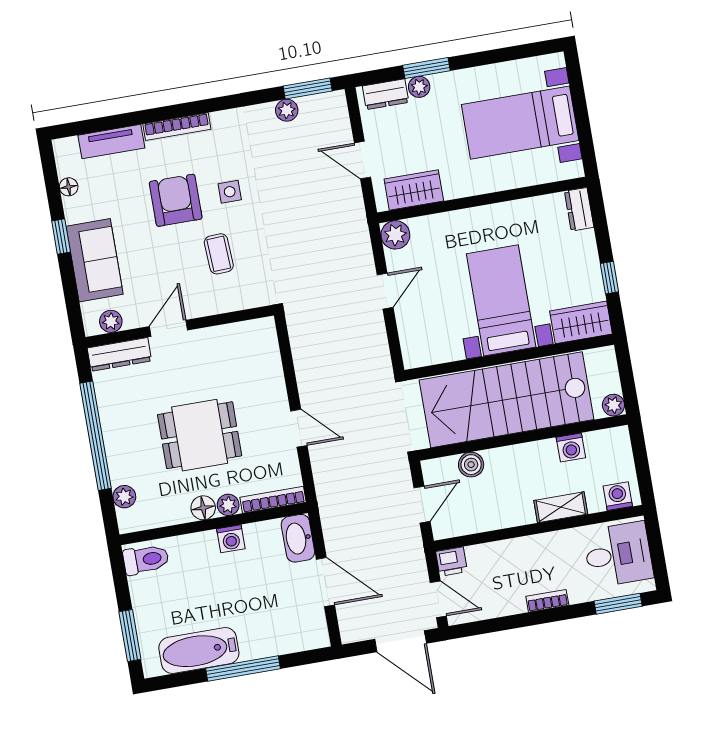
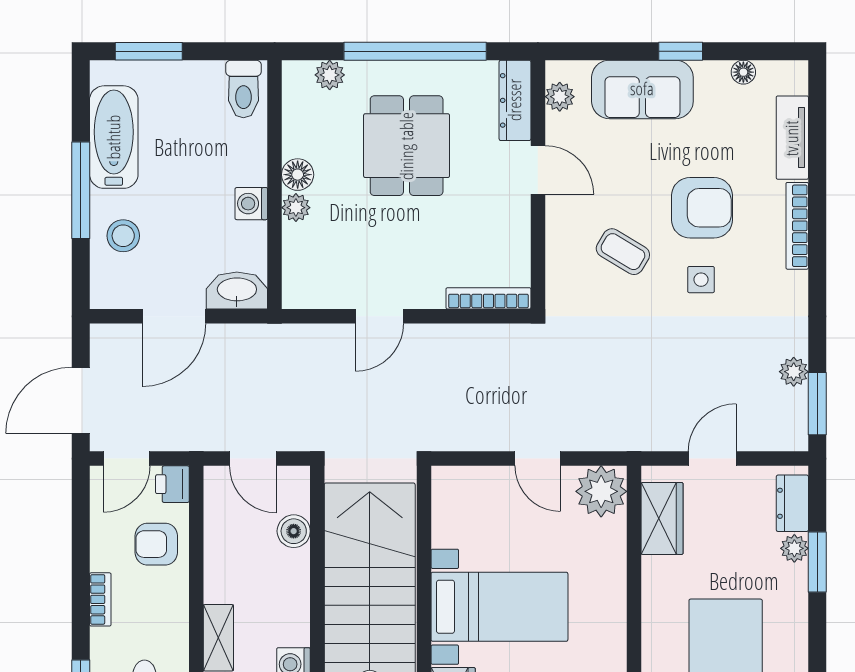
plant: (395, 235) -> (601, 491), width x1.36, depth x1.36
coffee table: (219, 254) -> (623, 252), turned 34
dining table: (200, 435) -> (407, 146), moved
bookcase: (273, 500) -> (488, 298), moved, turned -90
armchair: (499, 566) -> (156, 544), added
stool: (272, 631) -> (123, 236), added

